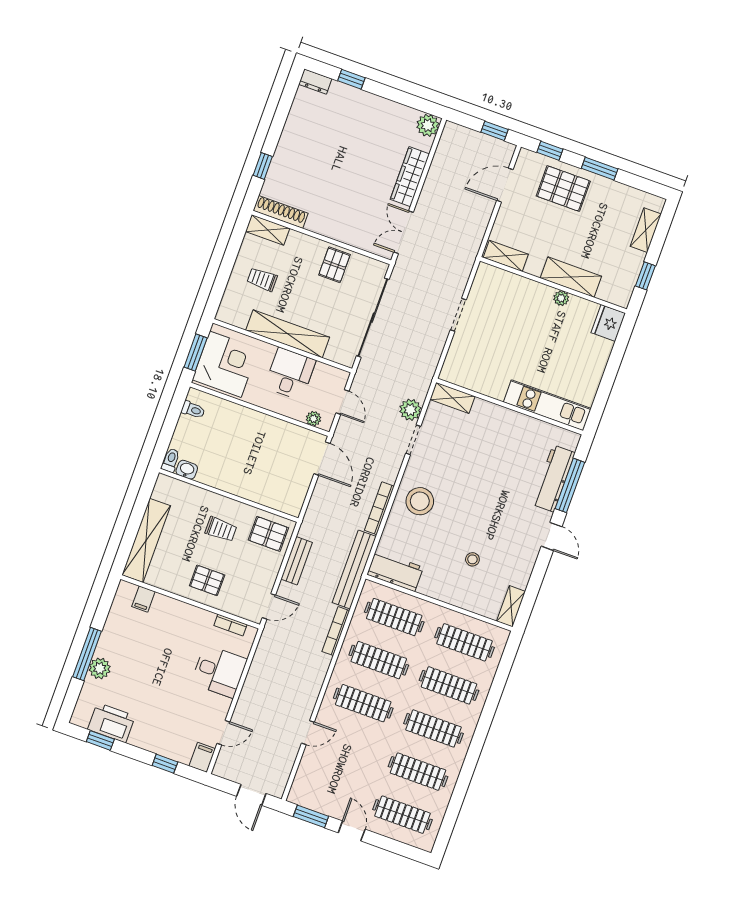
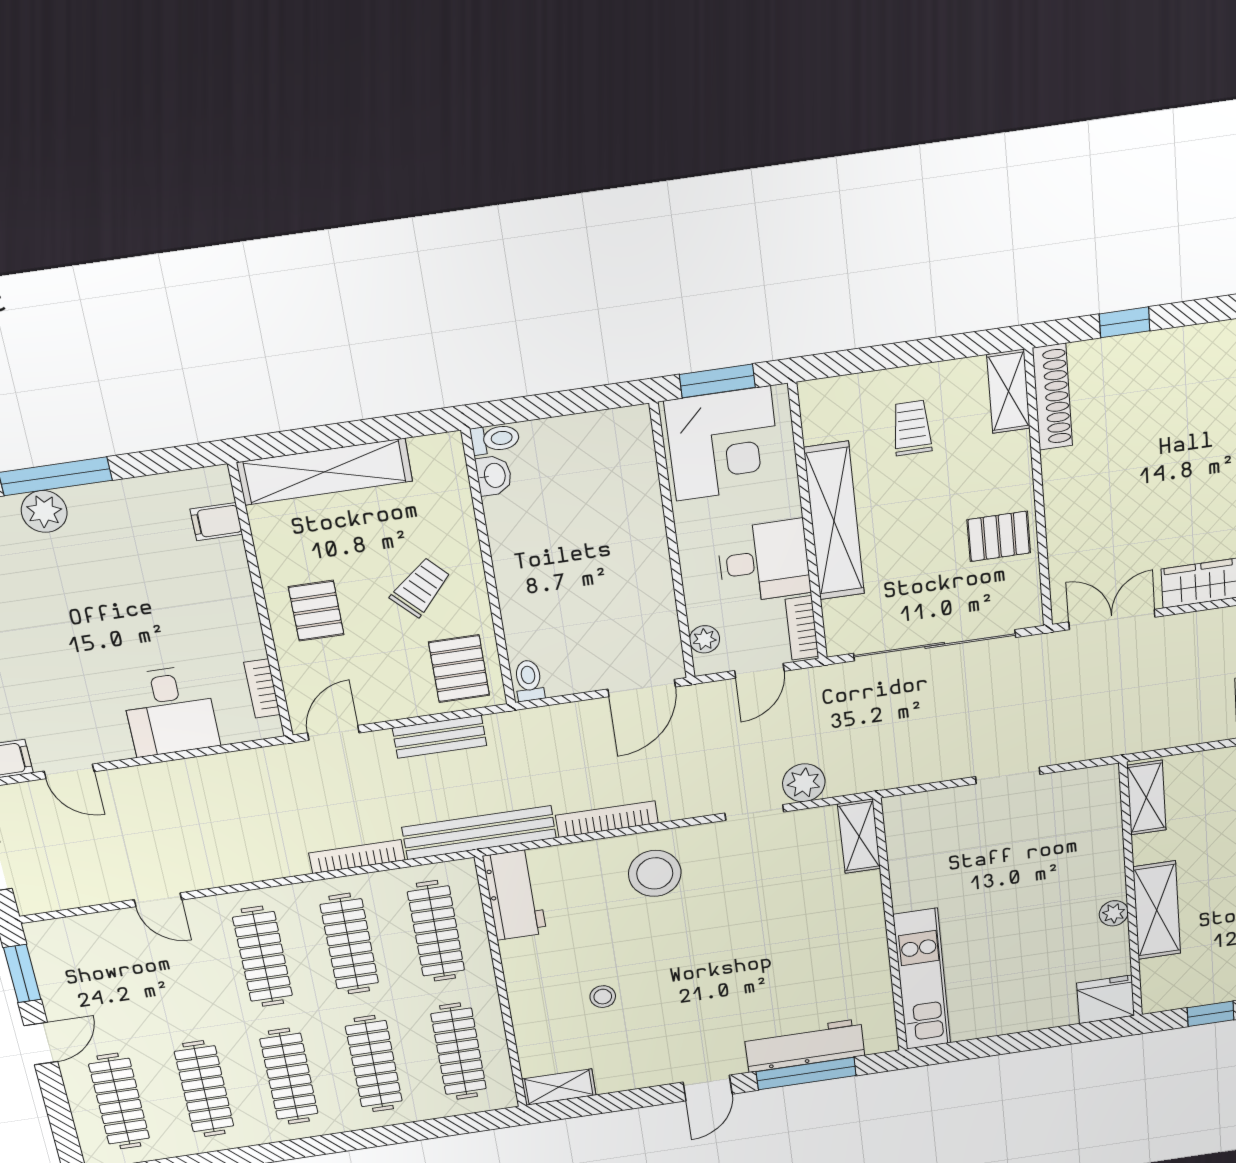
bookcase: (332, 373) -> (802, 628), added
toilet: (193, 410) -> (529, 681), moved, turned 180
trolley: (221, 529) -> (421, 587), turned -134
door: (269, 606) -> (333, 733), swing flipped

